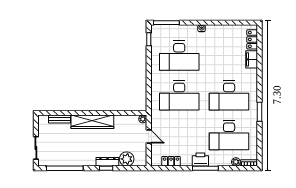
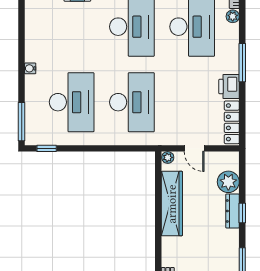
wardrobe: (92, 122) -> (172, 204), moved
door: (149, 136) -> (194, 148), swing flipped
printer: (200, 160) -> (229, 87), moved
locker: (171, 161) -> (232, 122), width x1.53

